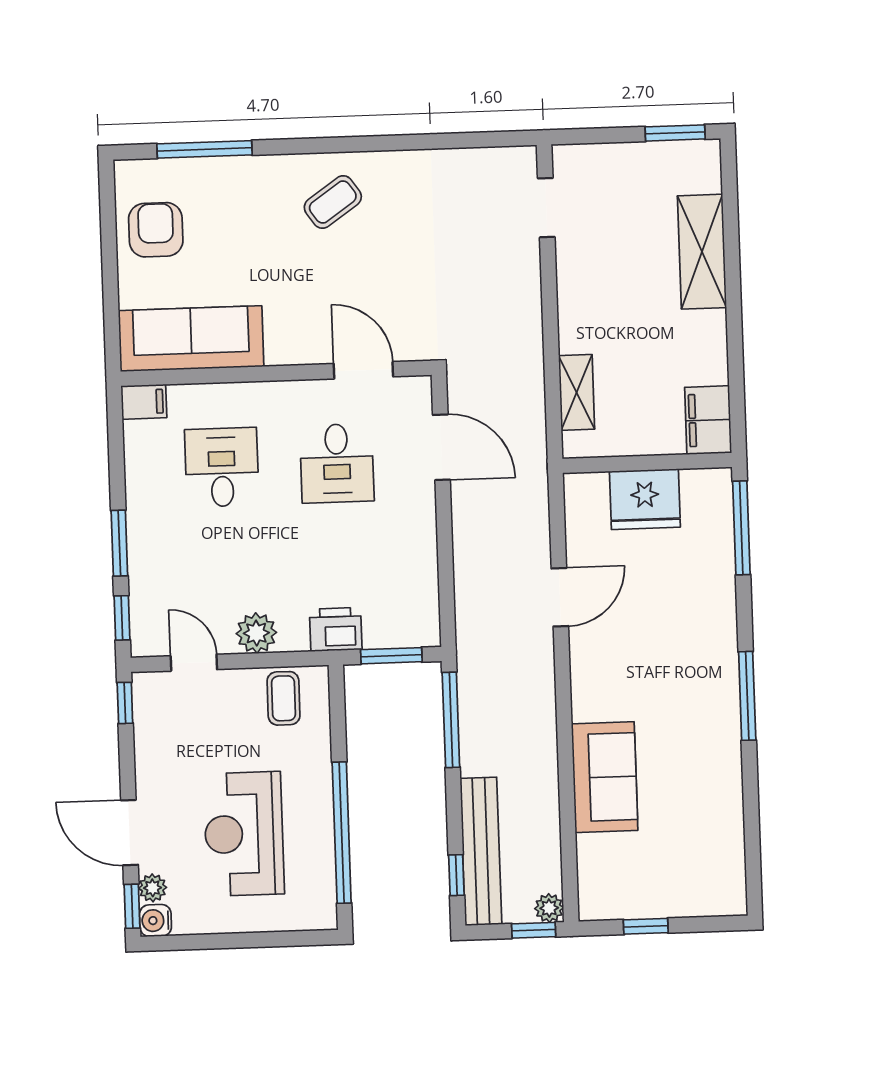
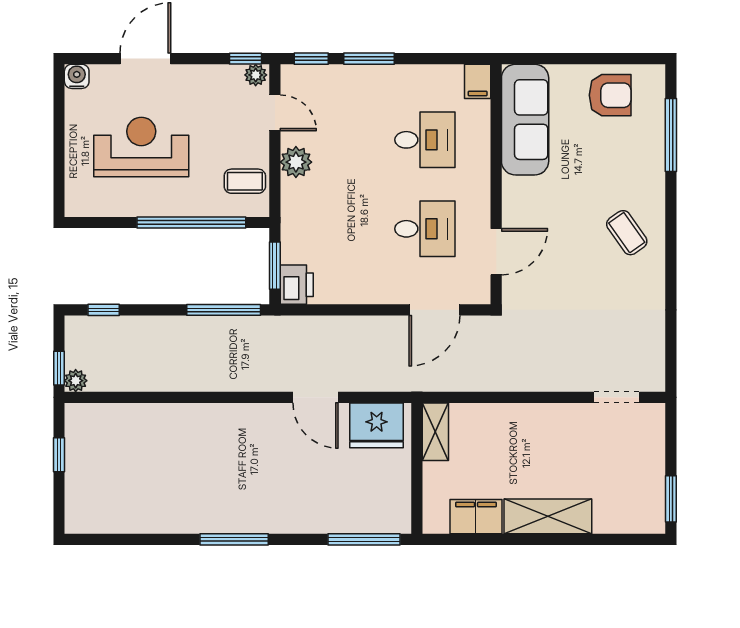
shelving: (702, 252) -> (548, 516), moved
shelving: (577, 392) -> (435, 432), moved, turned 90
filing cabinet: (708, 420) -> (476, 517), moved
desk: (337, 463) -> (425, 229), turned 180
fridge: (645, 499) -> (377, 425), moved, turned -90
printer: (336, 629) -> (297, 285), moved
door: (194, 663) -> (275, 113), hinge flipped
sofa: (605, 777) -> (175, 427), removed
window: (342, 833) -> (191, 223), moved
bench: (481, 851) -> (121, 330), removed
plant: (153, 888) -> (256, 75), moved
window: (132, 906) -> (88, 59), removed

